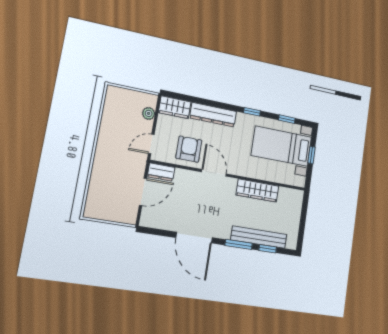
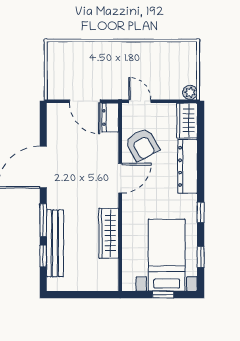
plant: (149, 113) -> (190, 92), moved
armchair: (189, 149) -> (142, 145), turned 61

